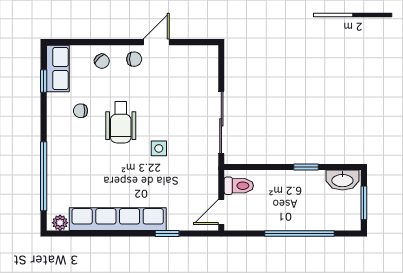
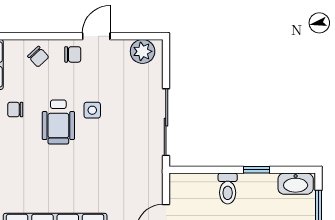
plant: (199, 56) -> (143, 51), added
side table: (159, 148) -> (92, 110), moved
toilet: (239, 186) -> (228, 189), moved, turned 90

